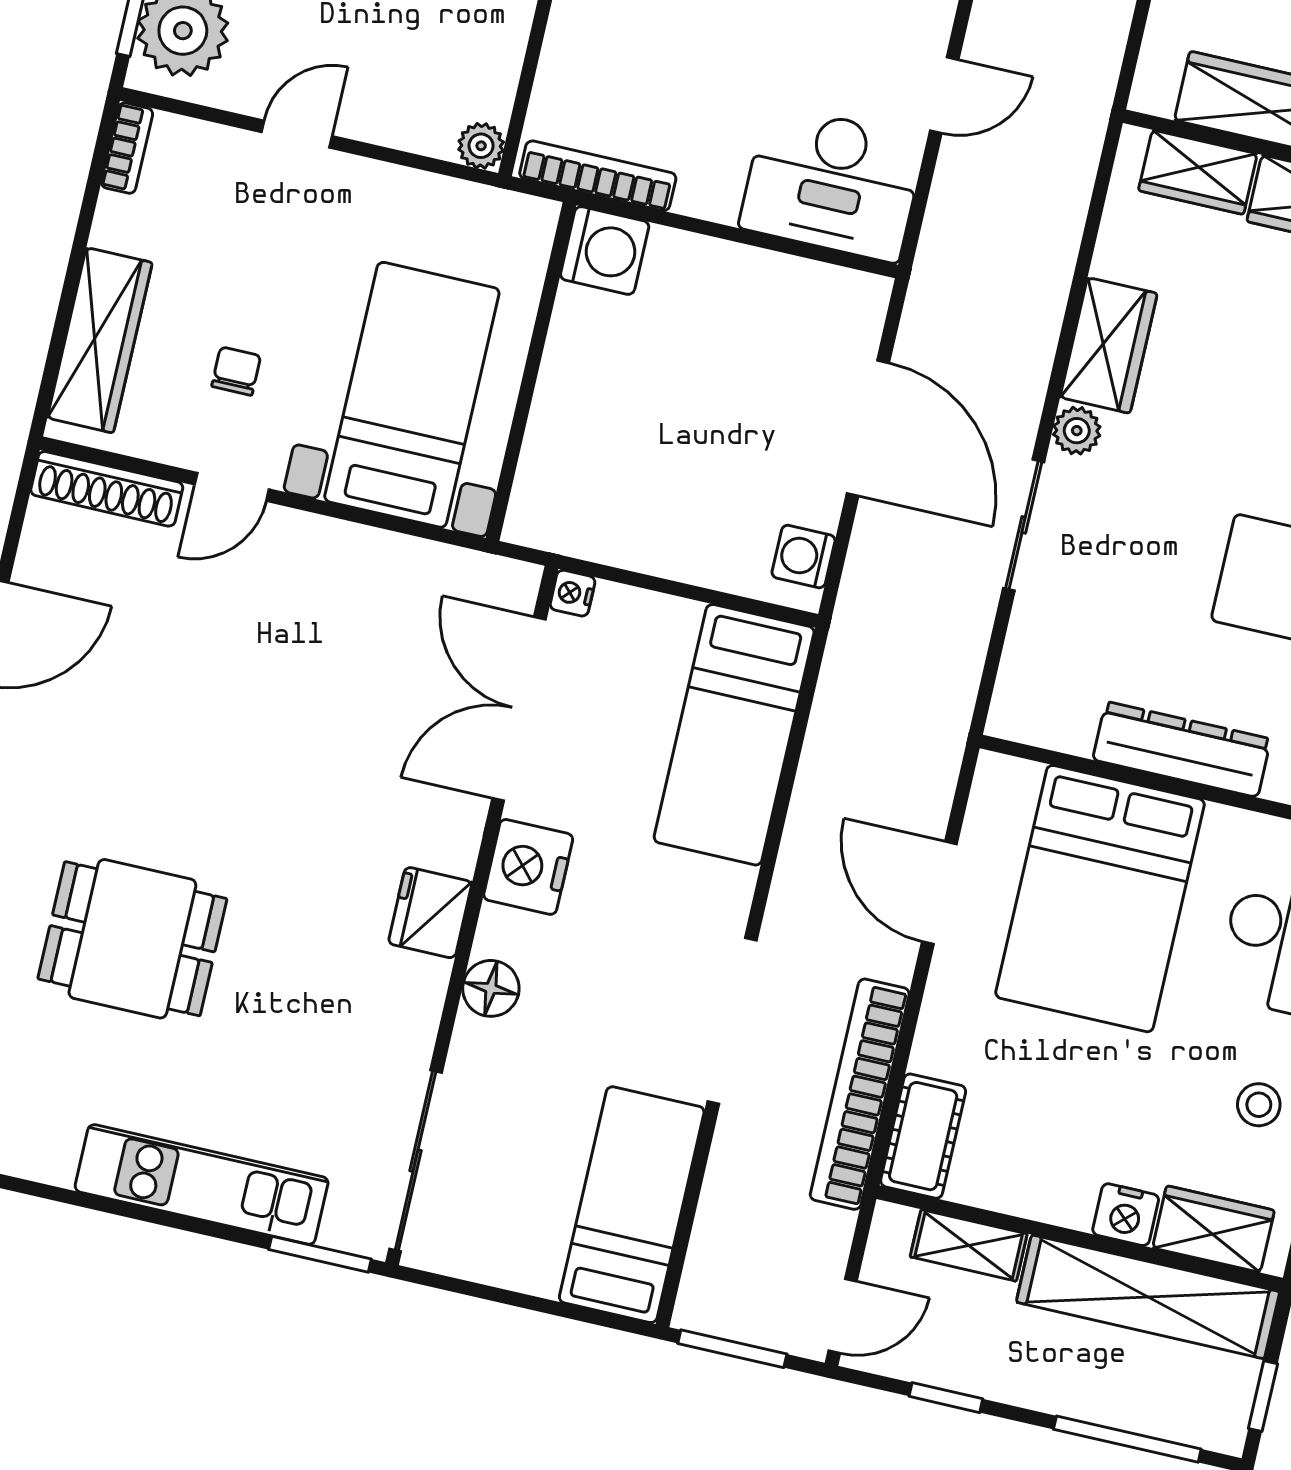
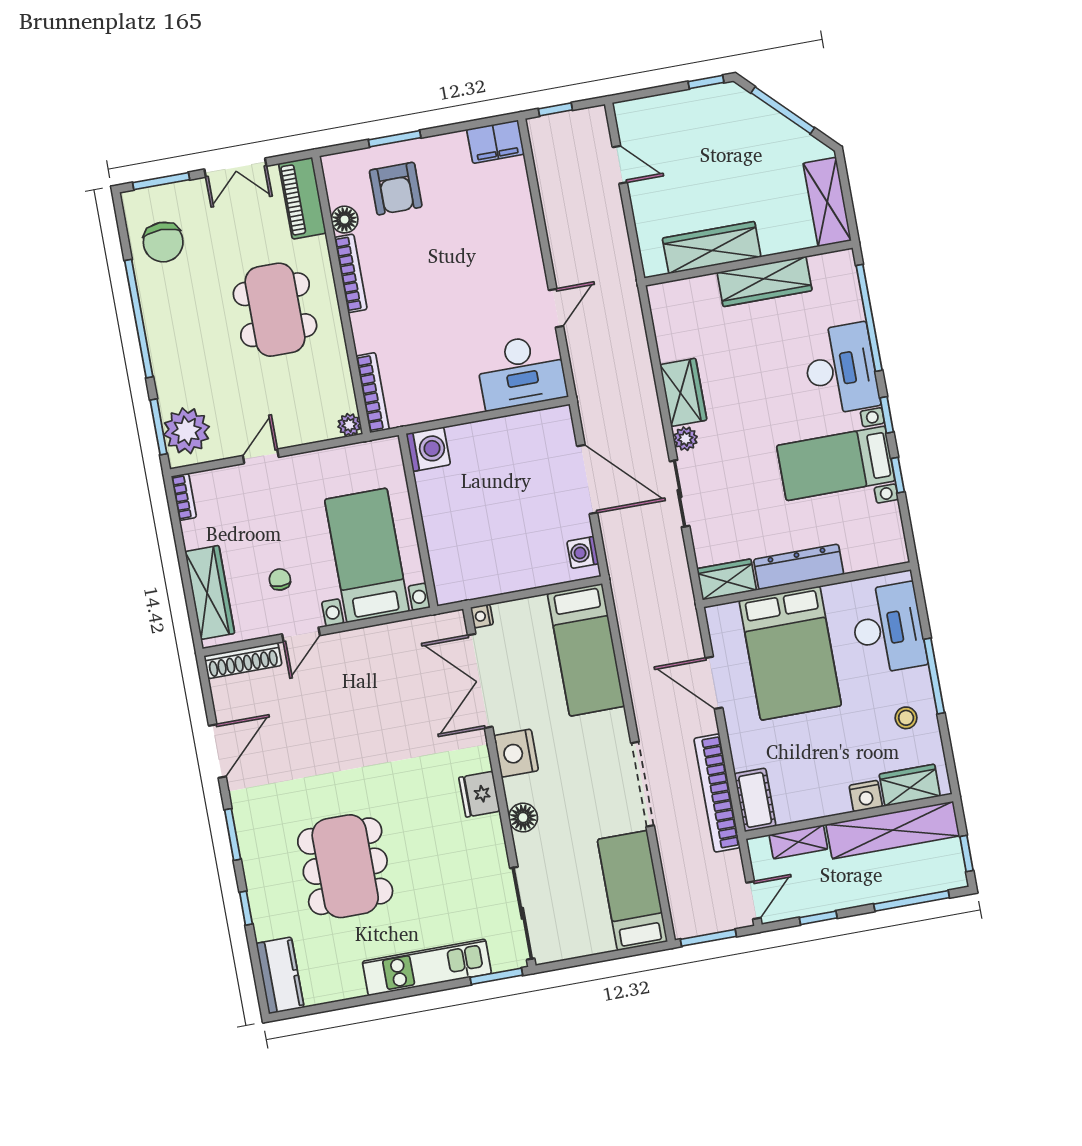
wardrobe: (1198, 172) -> (727, 579), moved, turned 180
bookcase: (598, 176) -> (373, 393), moved, turned 90
dining table: (132, 939) -> (345, 866), width x1.38

